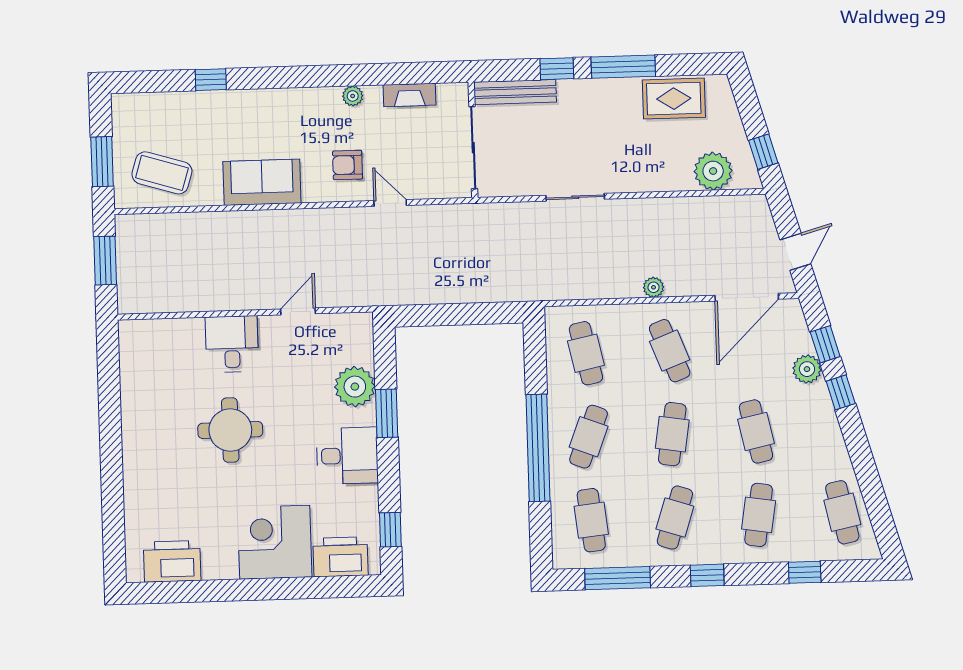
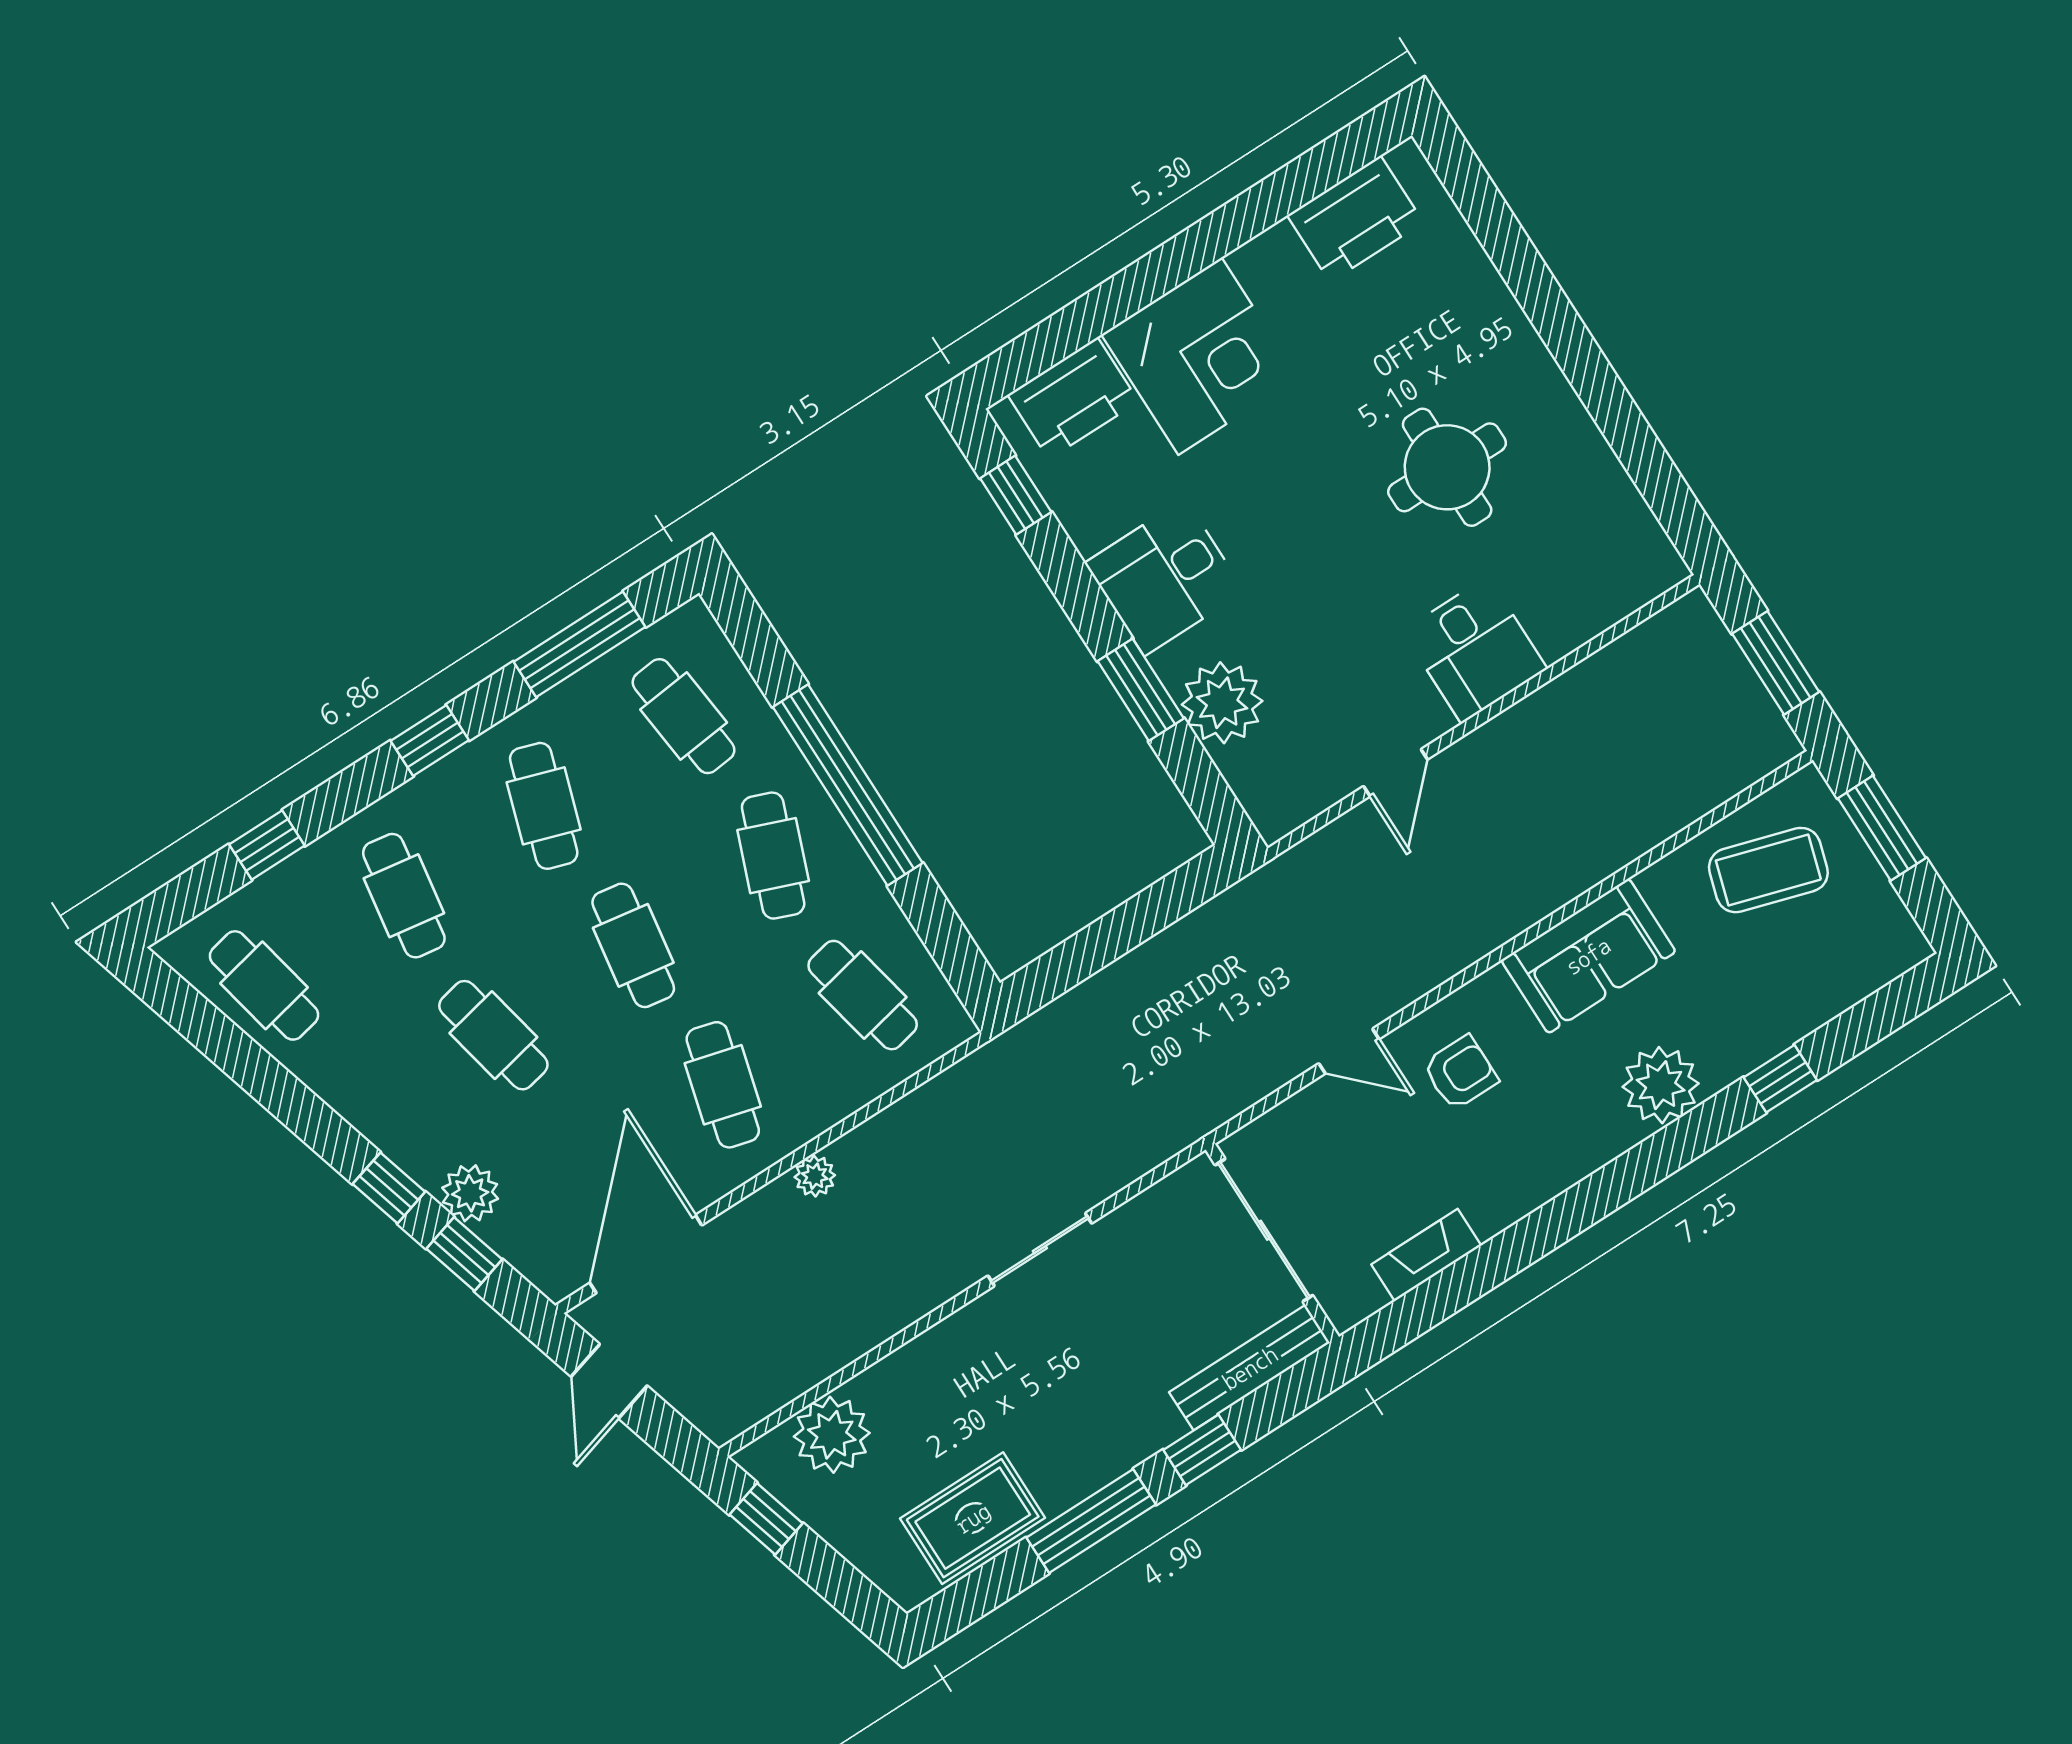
plant: (353, 96) -> (1661, 1085), moved, width x1.88, depth x1.88
cafe table: (670, 351) -> (723, 1085), turned 36
round table: (230, 430) -> (1447, 467), moved

